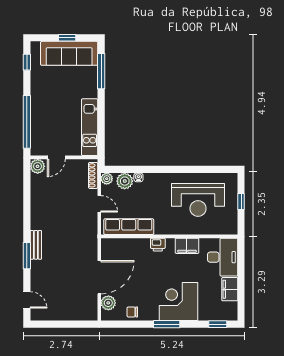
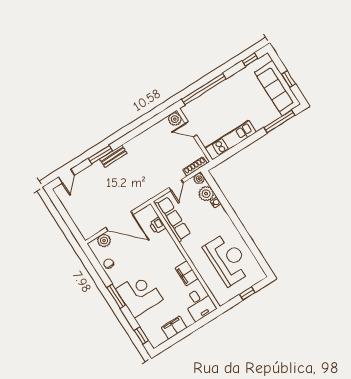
reception desk: (198, 200) -> (227, 259), turned 180
printer: (158, 245) -> (157, 225), moved
desk: (223, 257) -> (199, 304), width x0.73

